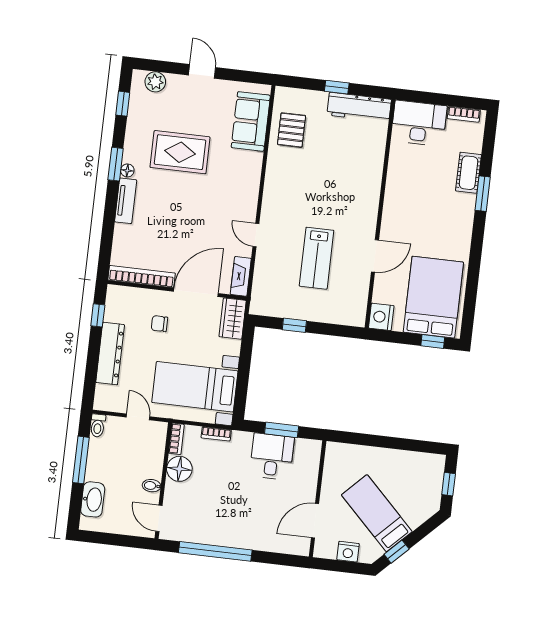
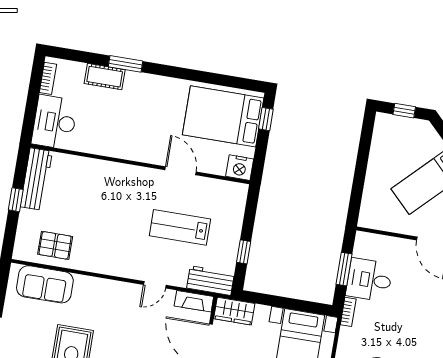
lab bench: (317, 258) -> (180, 227), turned 180
workbench: (263, 293) -> (211, 281), added
bookcase: (216, 434) -> (348, 312), moved

